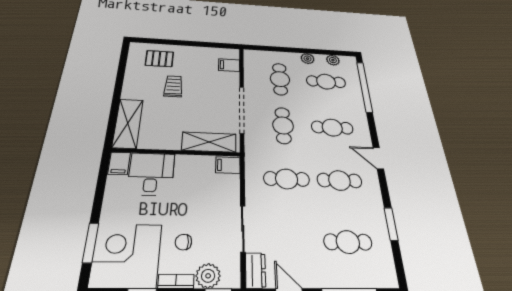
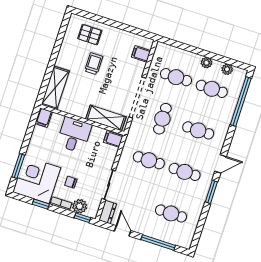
cafe table: (280, 79) -> (176, 77), turned 90
door: (378, 158) -> (220, 164), swing flipped
desk: (151, 174) -> (74, 135), moved
window: (391, 224) -> (211, 192), moved

